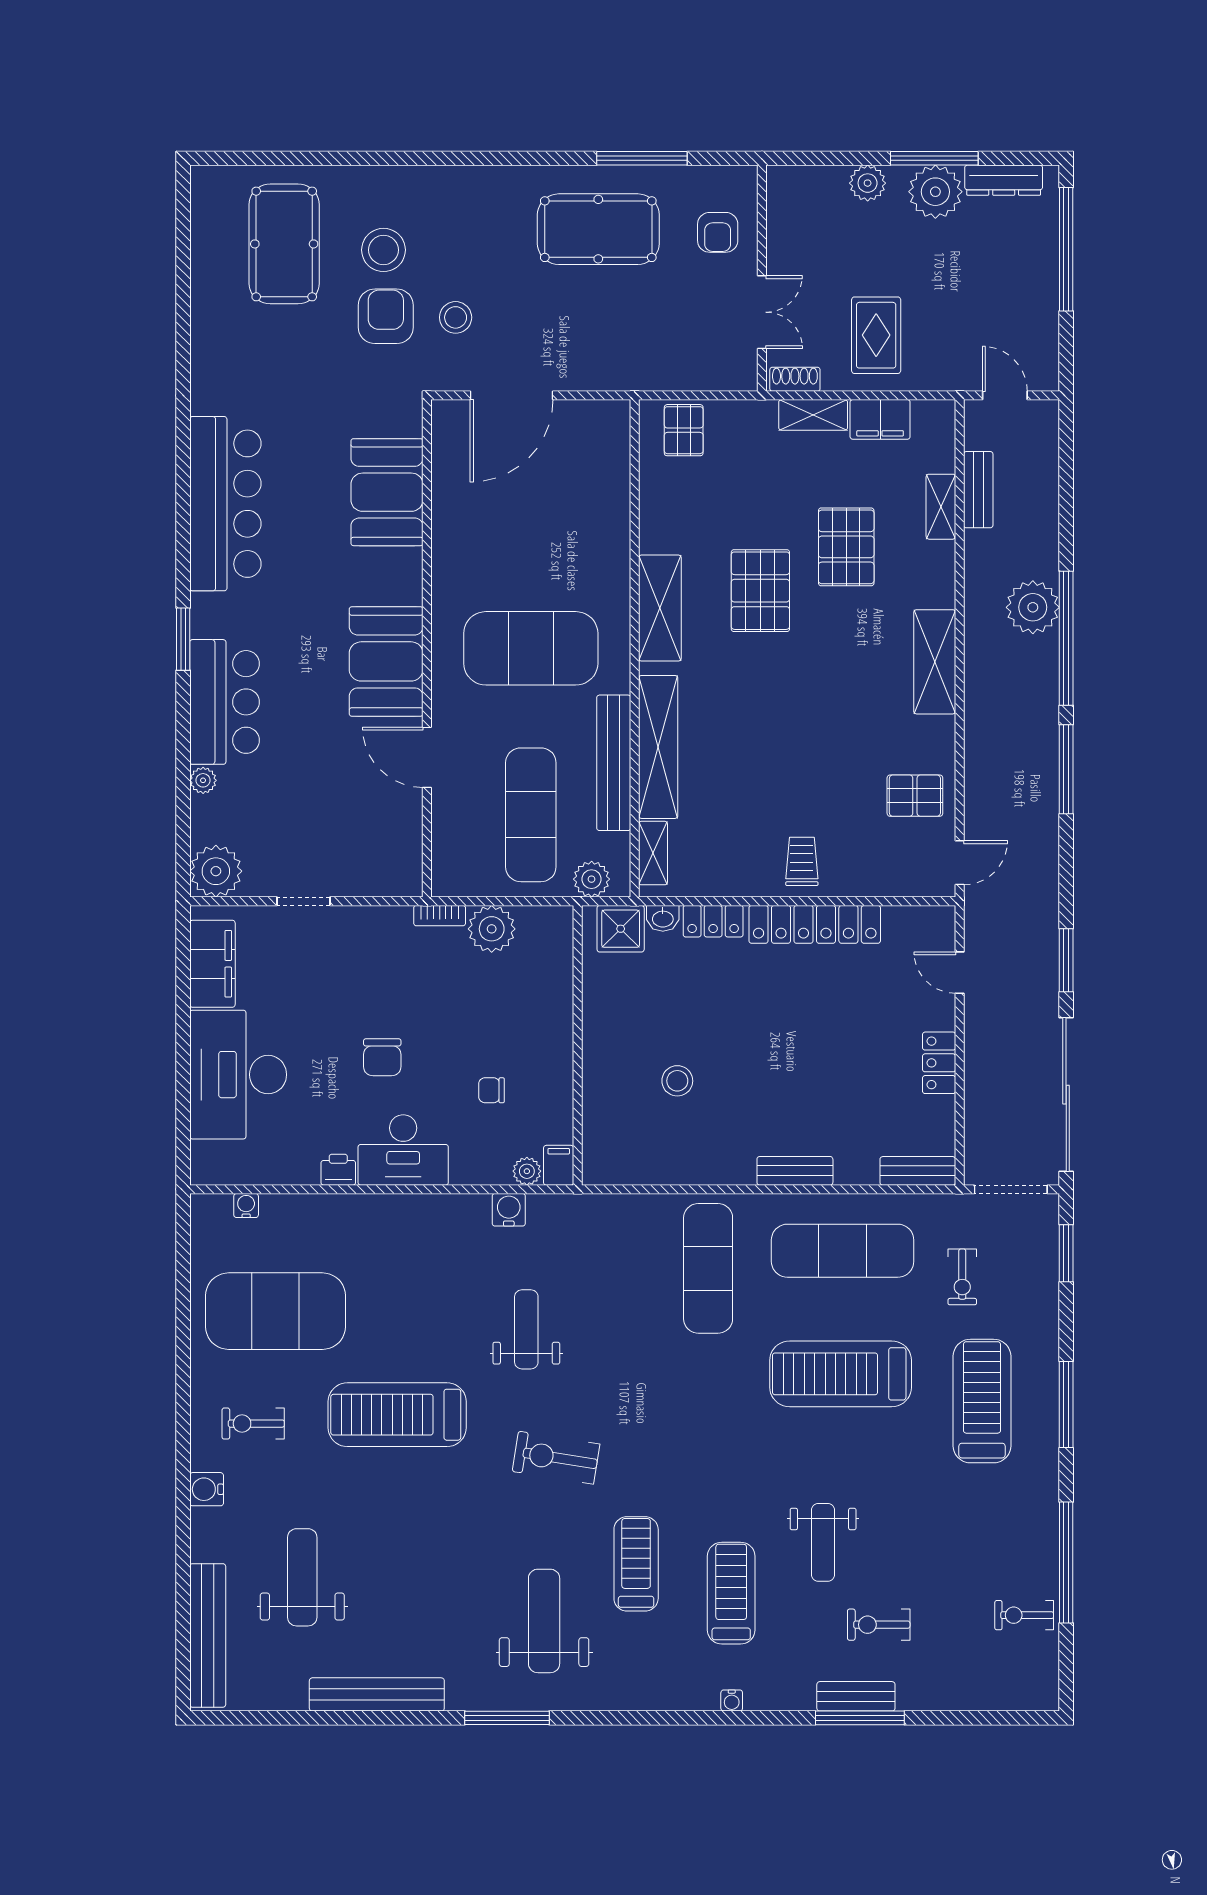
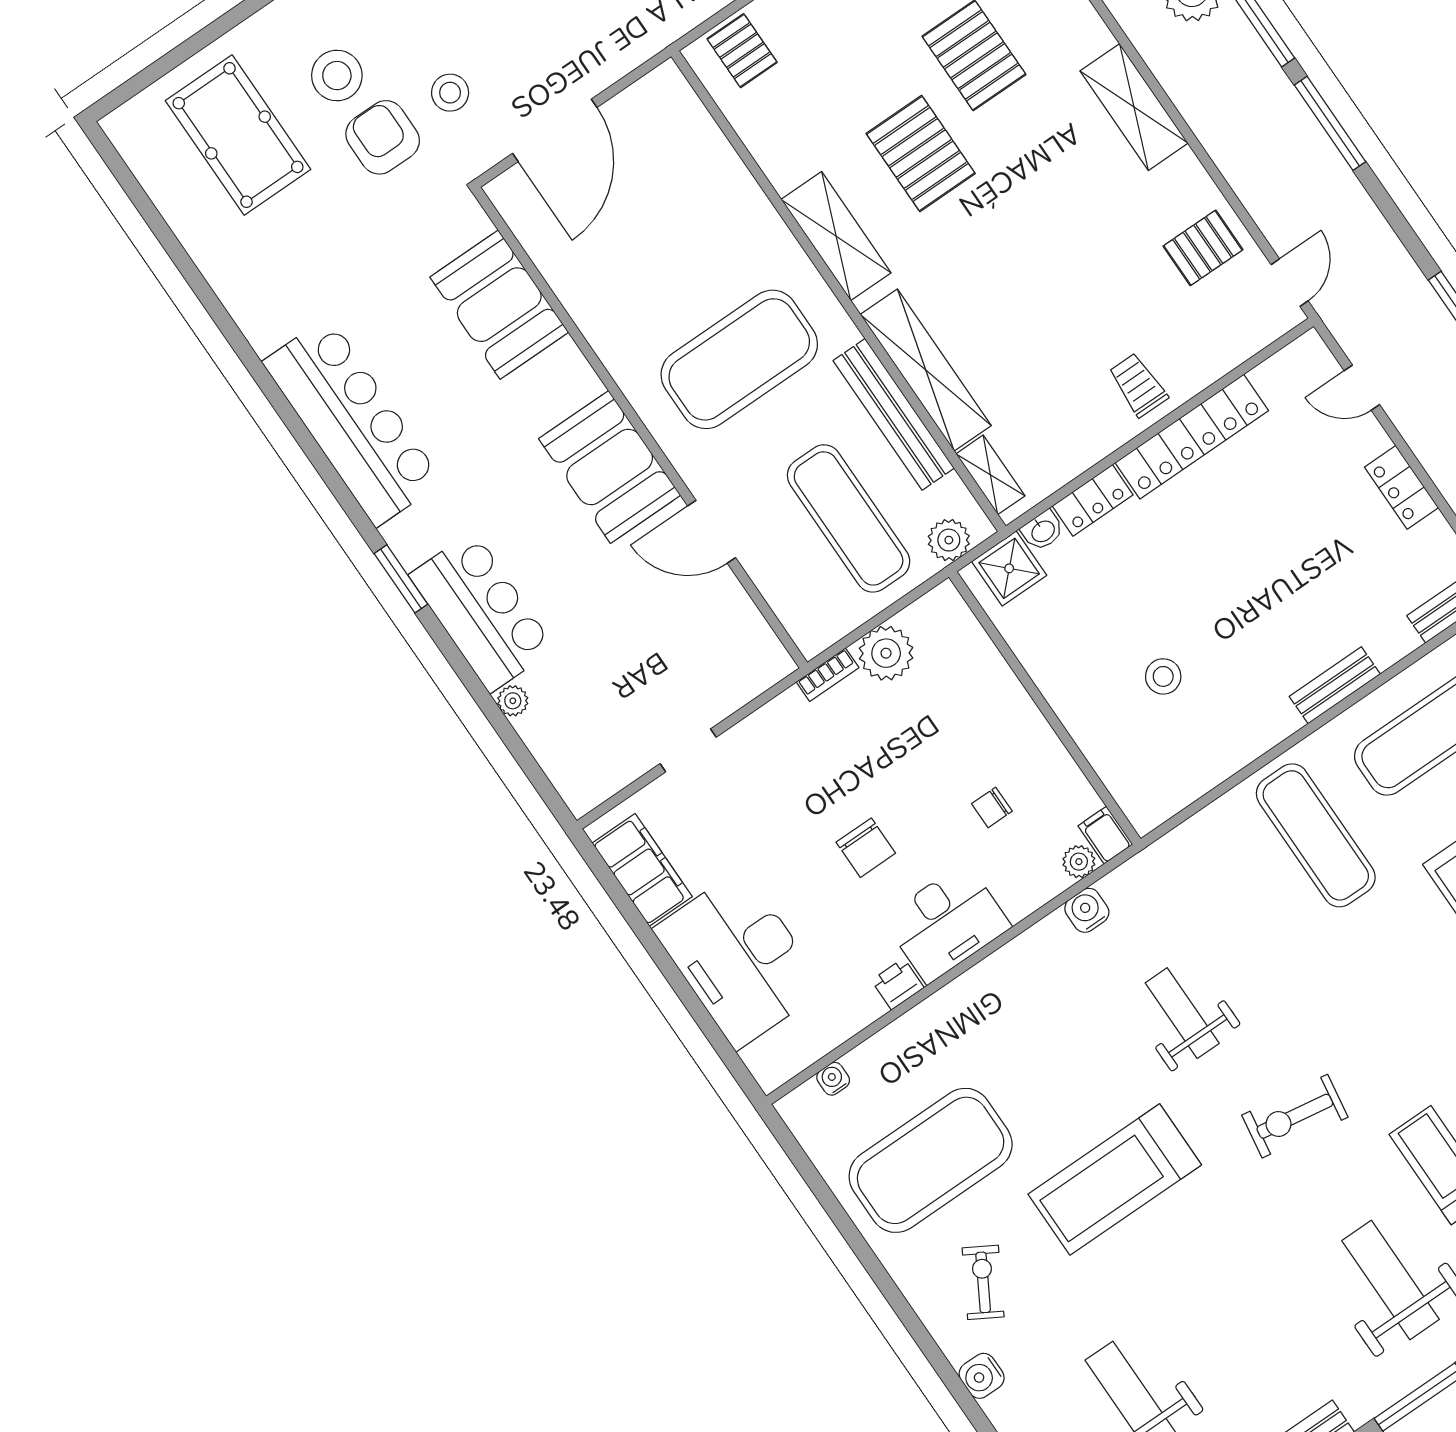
plant: (216, 871) -> (585, 779), removed
exercise bike: (253, 1424) -> (983, 1282), turned 120

